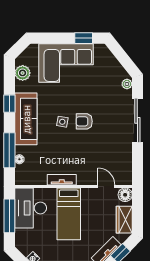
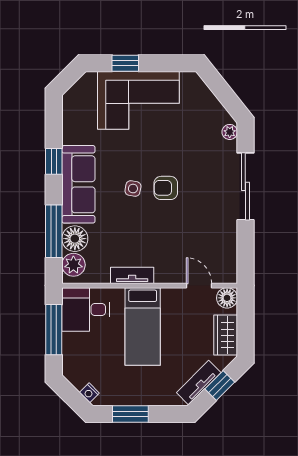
window: (84, 38) -> (125, 63), moved
plant: (23, 73) -> (73, 265), moved
floor lamp: (19, 159) -> (75, 239), width x1.89, depth x1.89
desk: (31, 208) -> (86, 309), width x0.73

